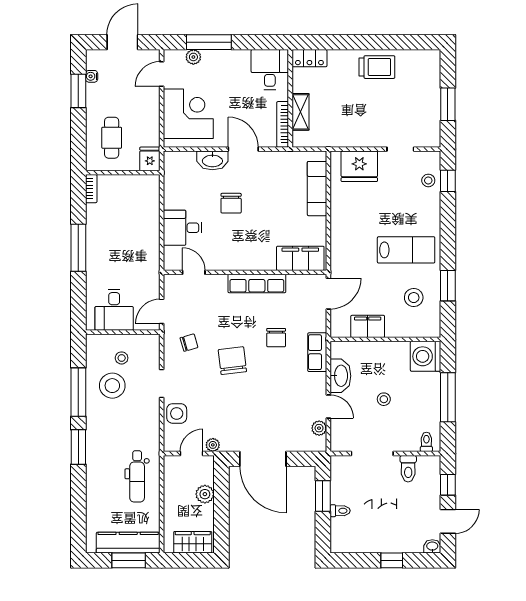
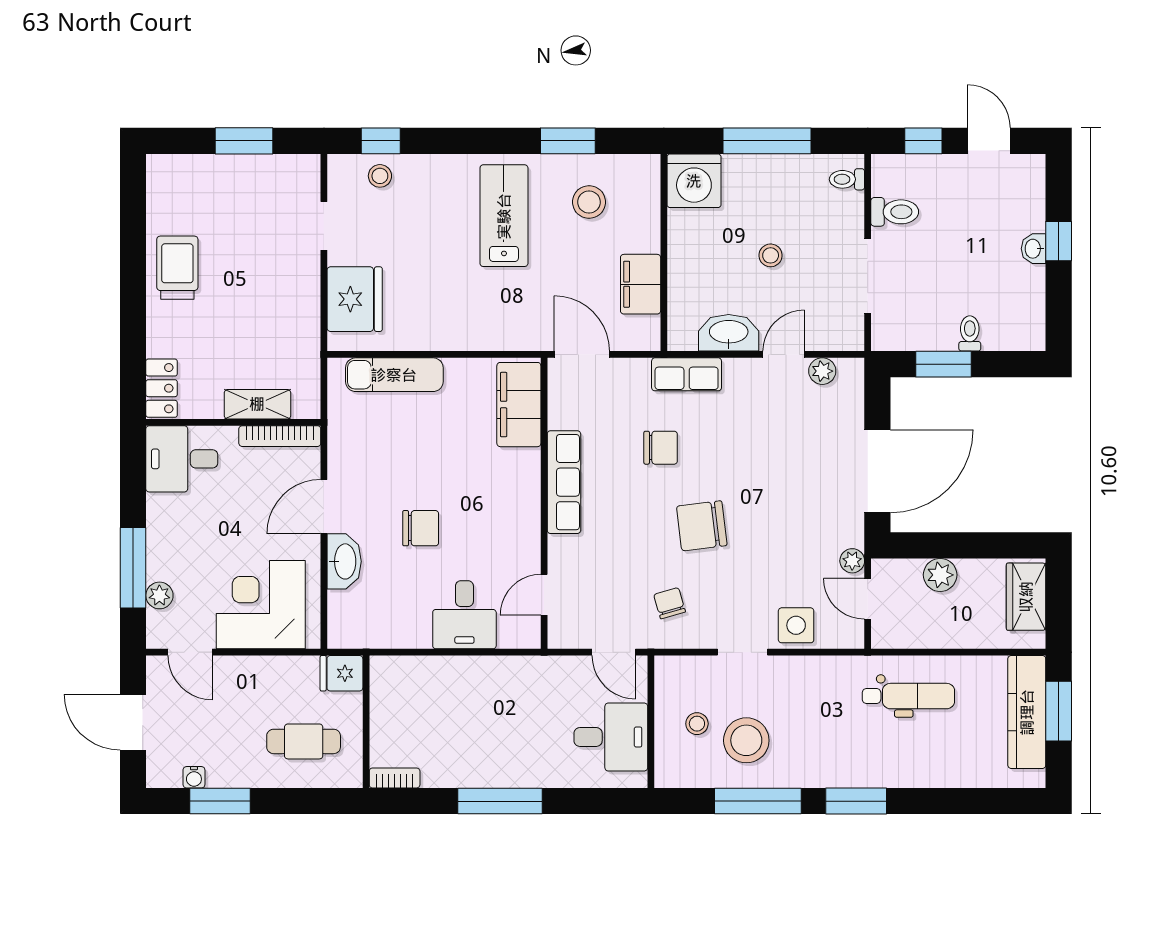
washbasin: (432, 546) -> (1034, 249), moved

